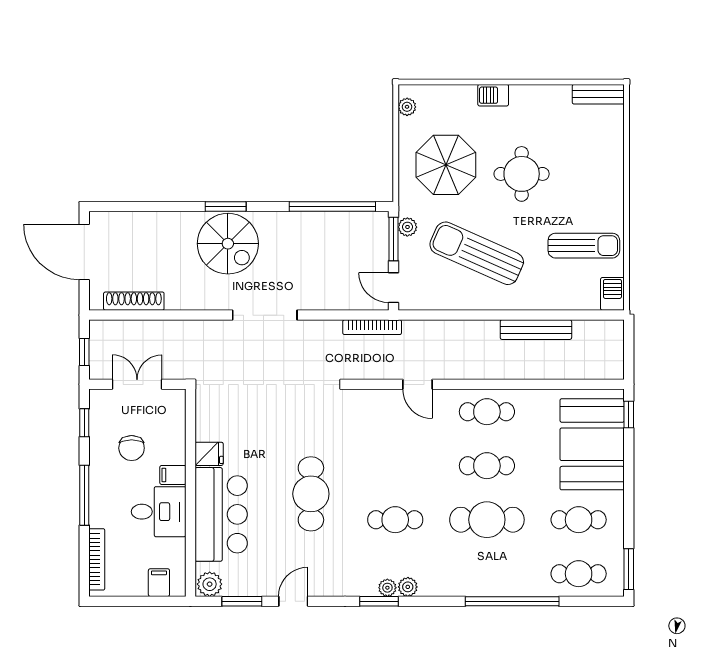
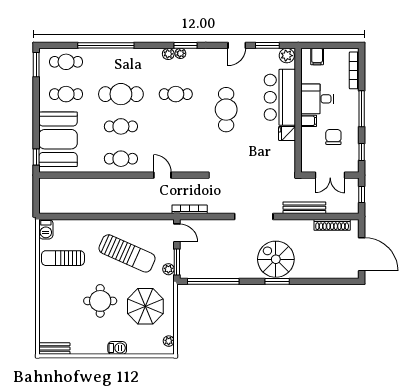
bench: (536, 330) -> (304, 208), moved

